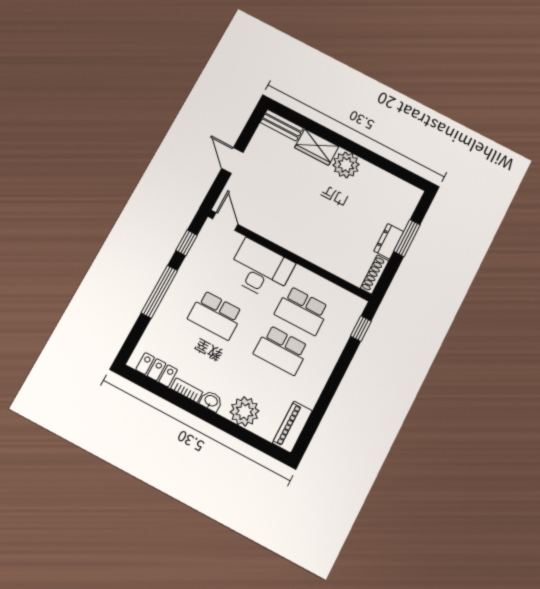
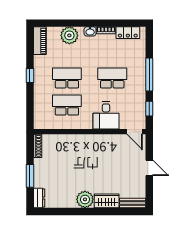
dresser: (389, 241) -> (39, 198), moved
desk: (260, 270) -> (106, 115), width x0.73
window: (361, 329) -> (30, 75), moved

